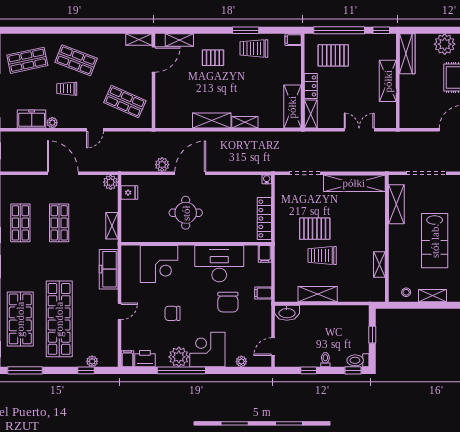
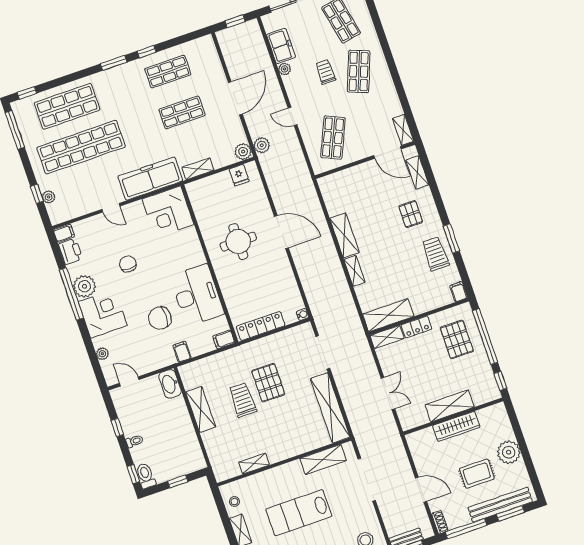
wardrobe: (407, 54) -> (456, 426), moved
plant: (162, 165) -> (262, 145), moved
corner desk: (159, 264) -> (168, 212), moved
freezer: (109, 269) -> (150, 179), width x1.36, depth x1.26

